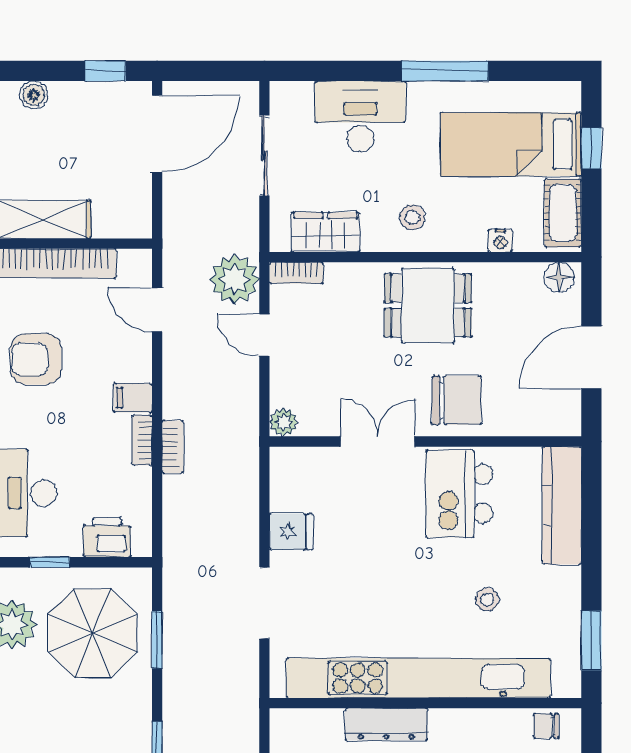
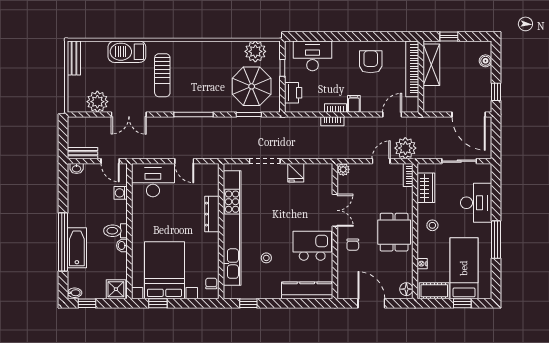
chair: (457, 400) -> (353, 245), width x0.54, depth x0.54
window: (591, 640) -> (248, 303), width x0.67

